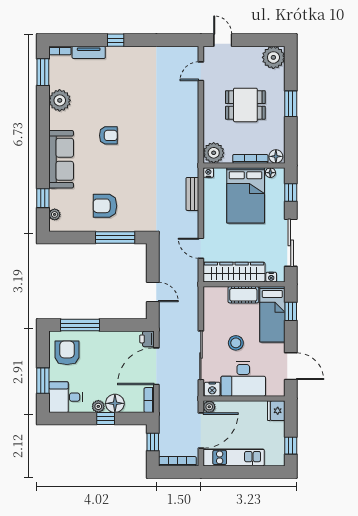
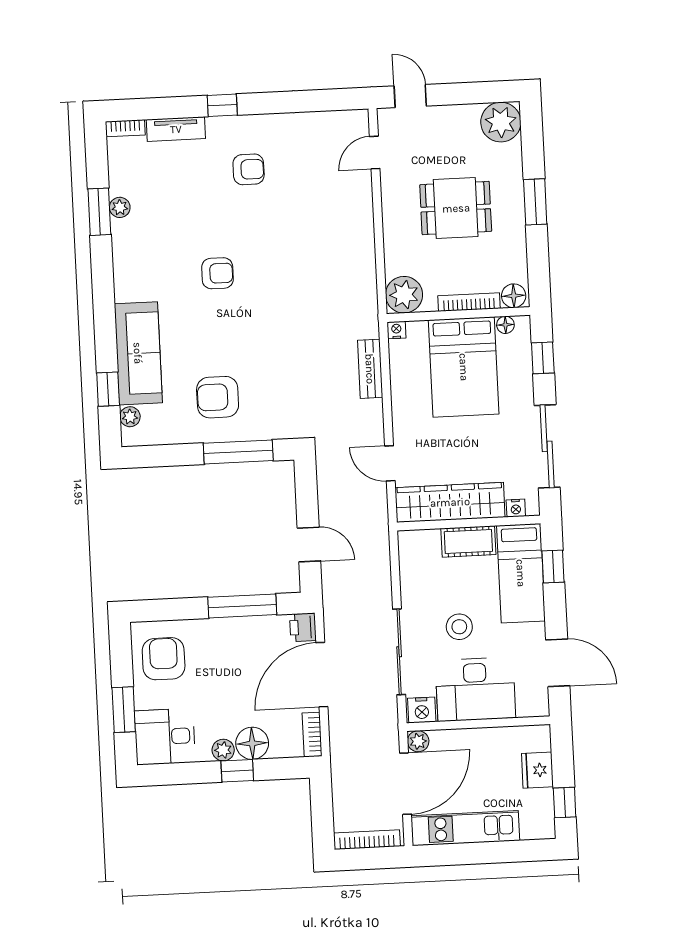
window: (43, 72) -> (99, 212), moved
armchair: (129, 77) -> (249, 169), added
plant: (60, 100) -> (120, 207), width x0.53, depth x0.53
sofa: (61, 159) -> (138, 353), moved
window: (80, 325) -> (242, 606), moved
fridge: (276, 411) -> (537, 770), moved
window: (153, 442) -> (322, 808), removed

